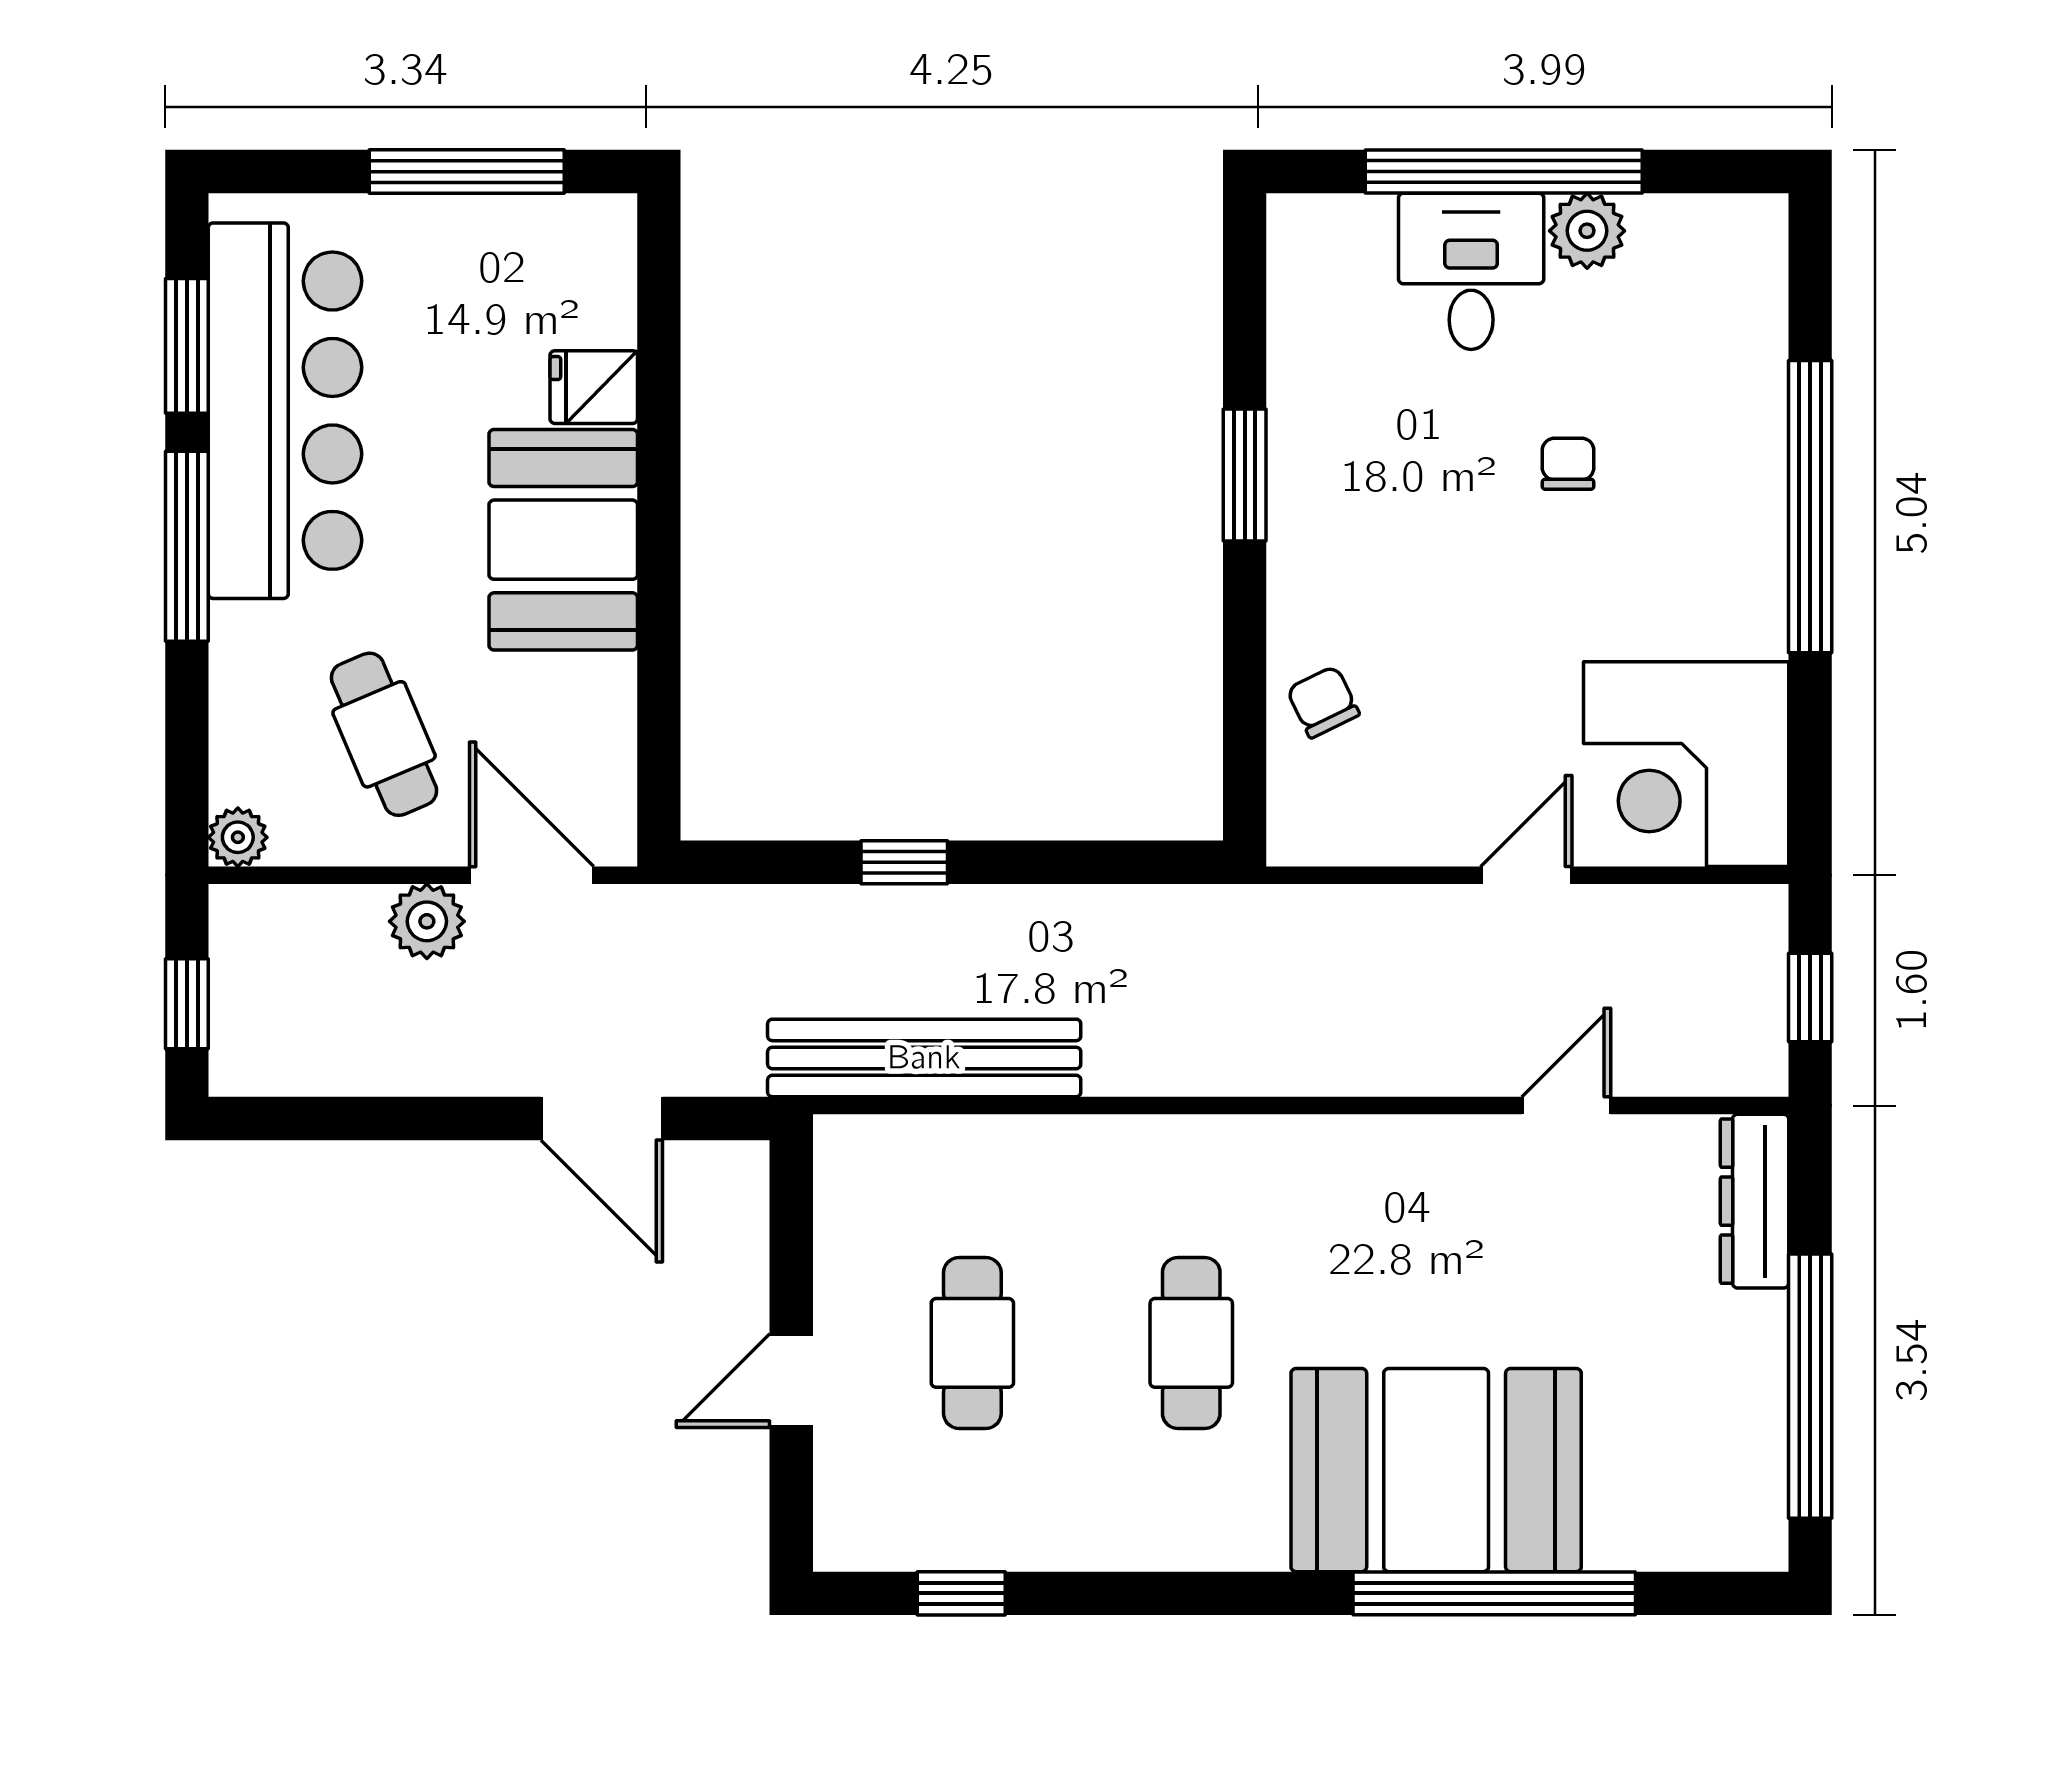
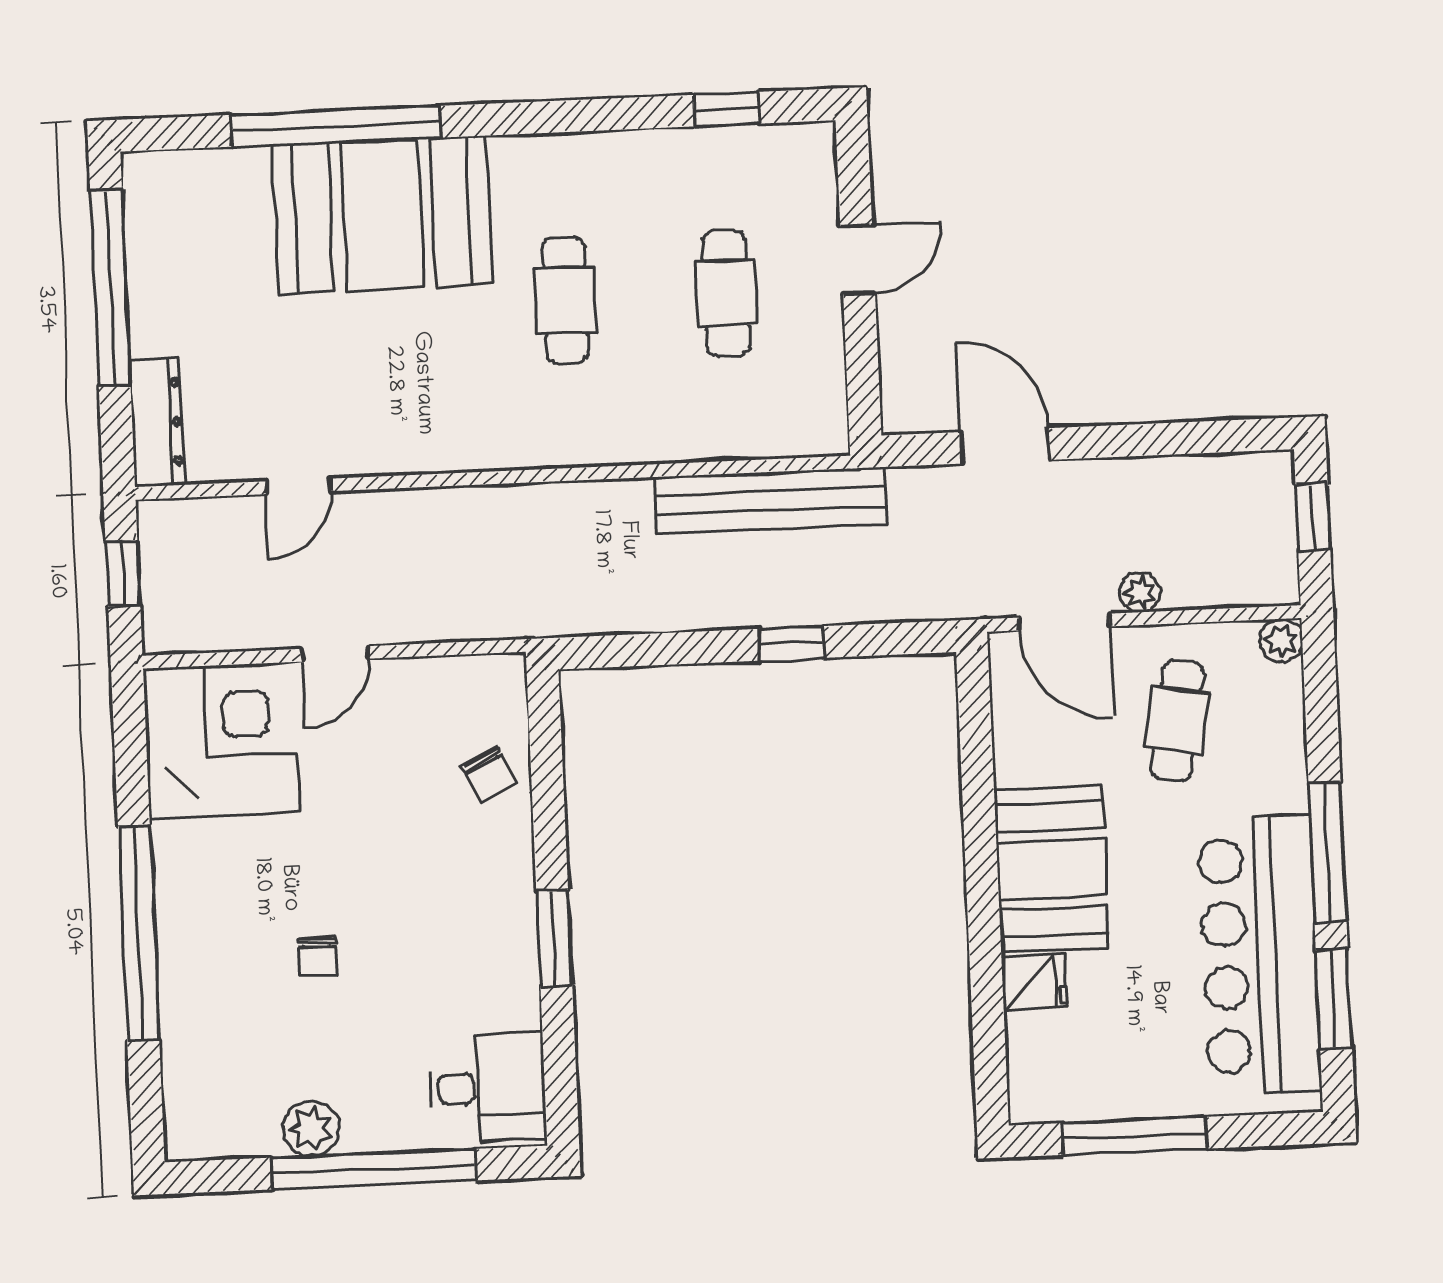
desk: (1471, 271) -> (487, 1088), moved, turned -90
cafe table: (384, 734) -> (1177, 721), turned 33
plant: (427, 921) -> (1140, 592), width x0.73, depth x0.73

